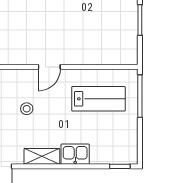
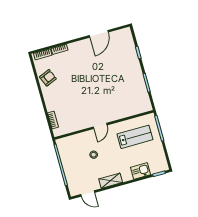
kitchen sink: (75, 154) -> (140, 171), moved

